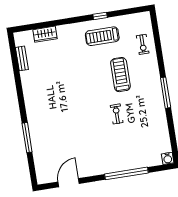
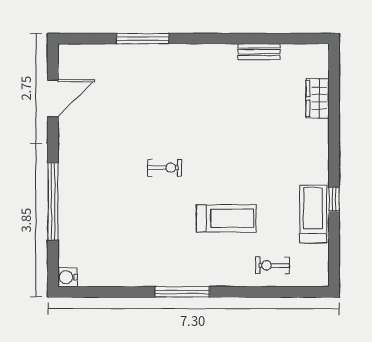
treadmill: (102, 36) -> (313, 214), moved
bench: (22, 58) -> (259, 52), moved
exercise bike: (117, 114) -> (165, 168), moved
door: (69, 183) -> (53, 98), hinge flipped

